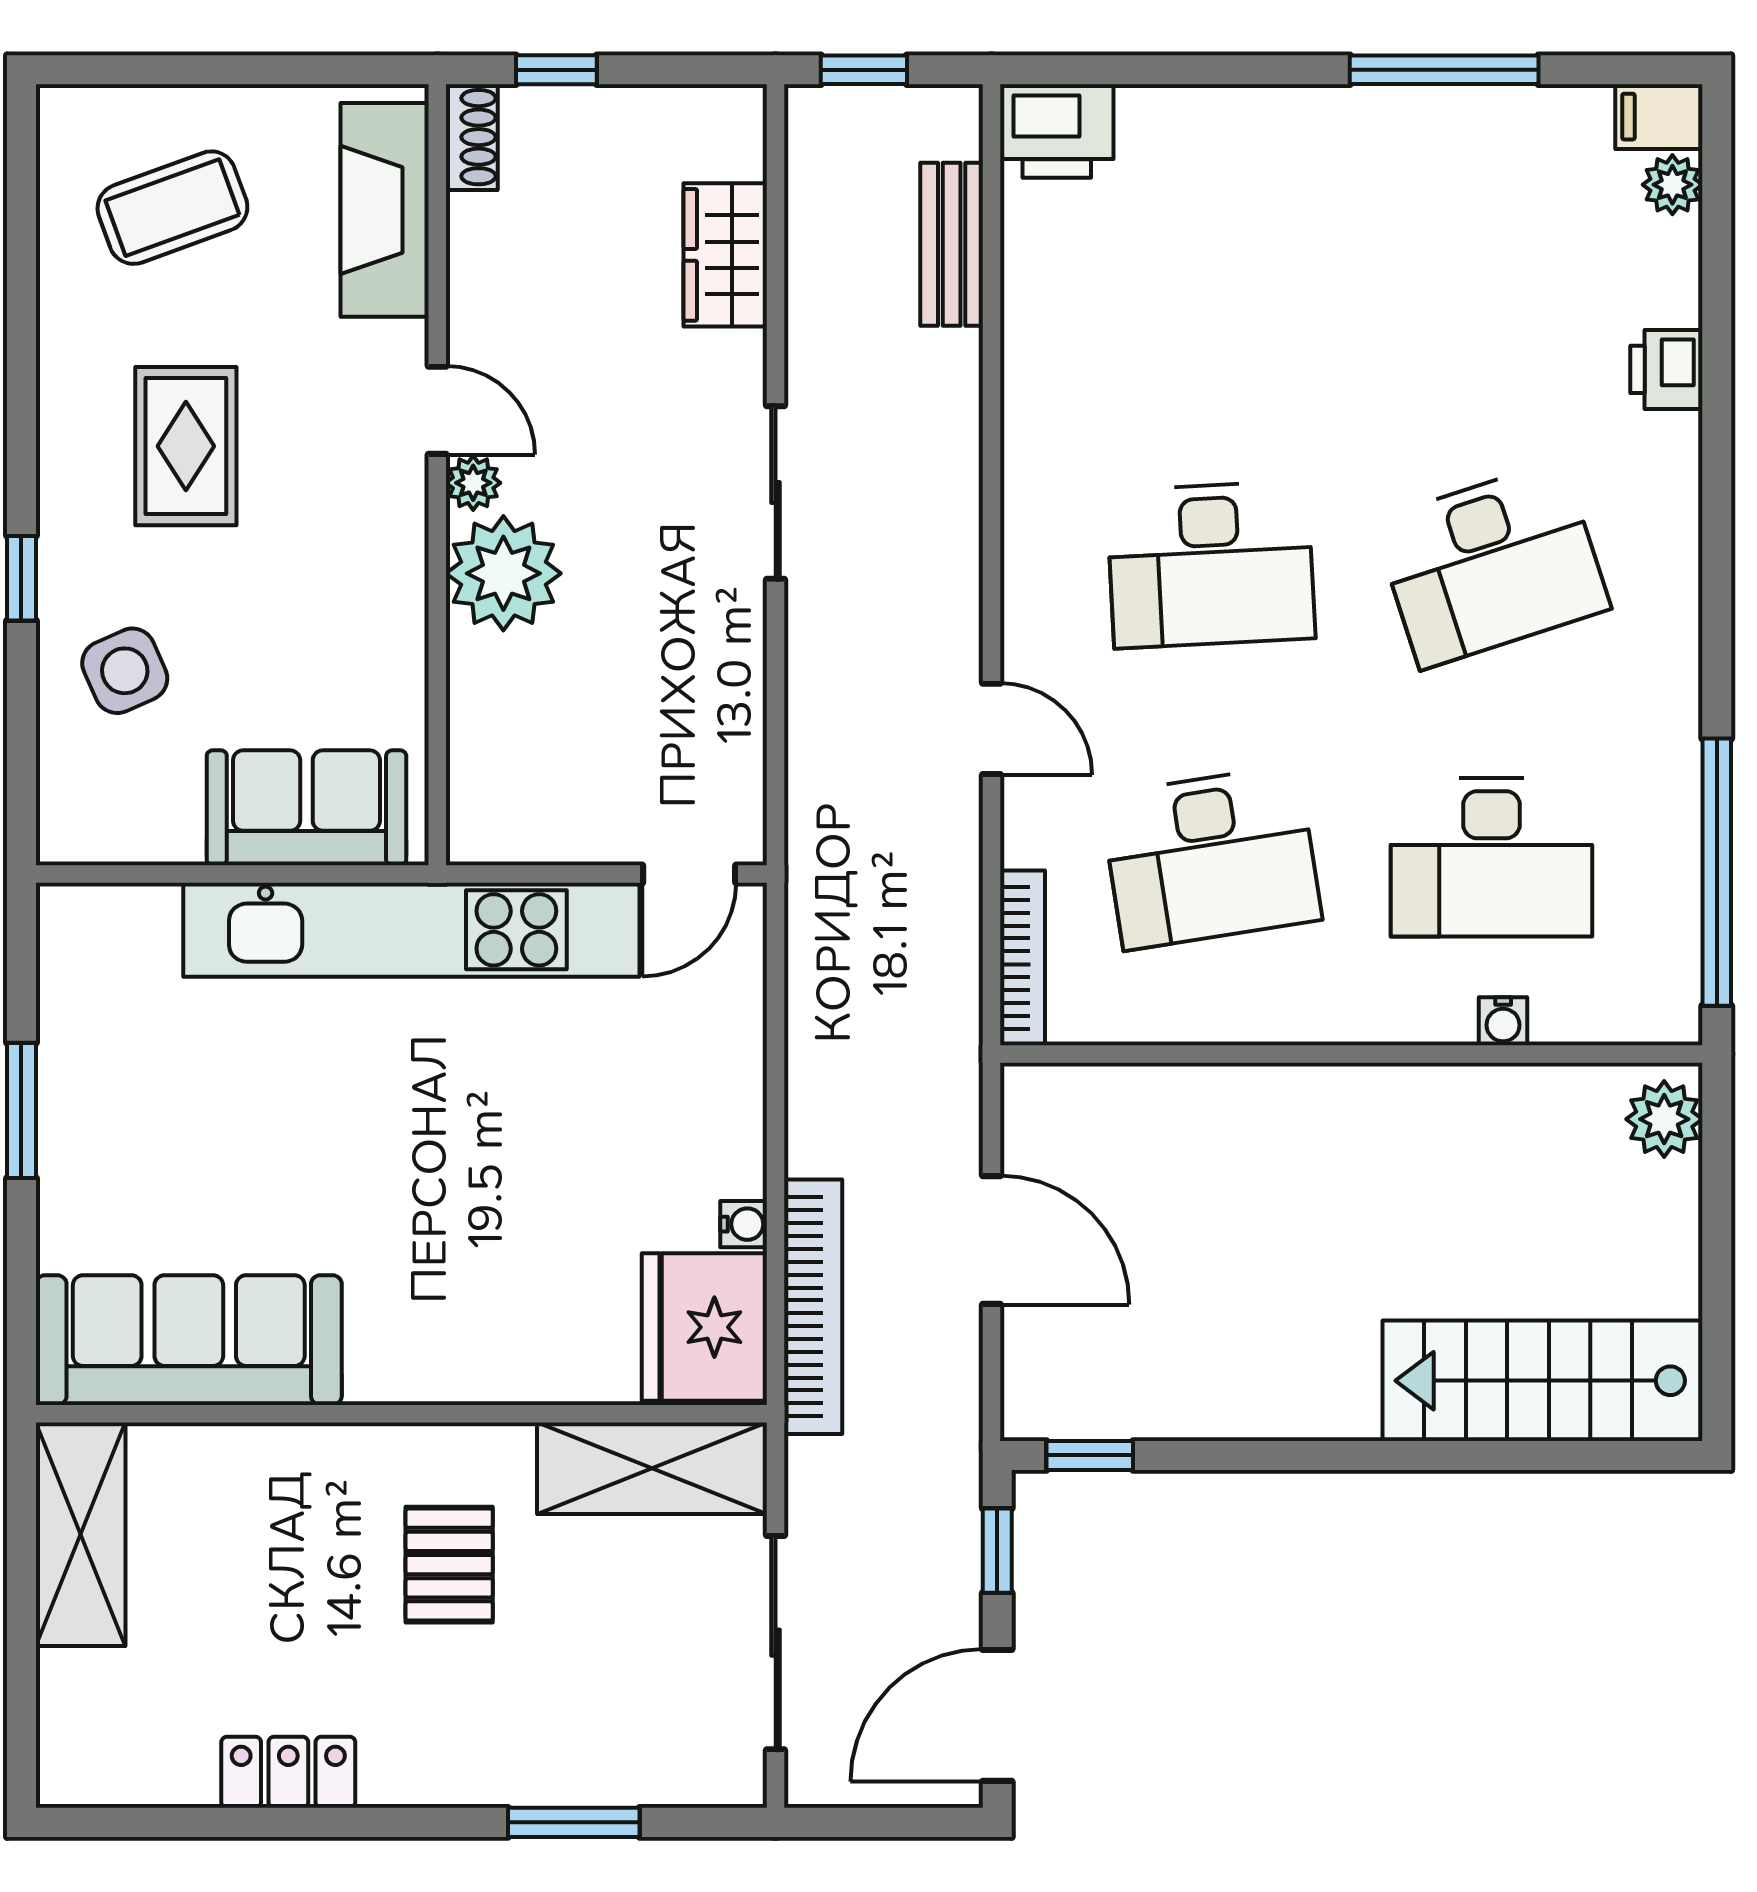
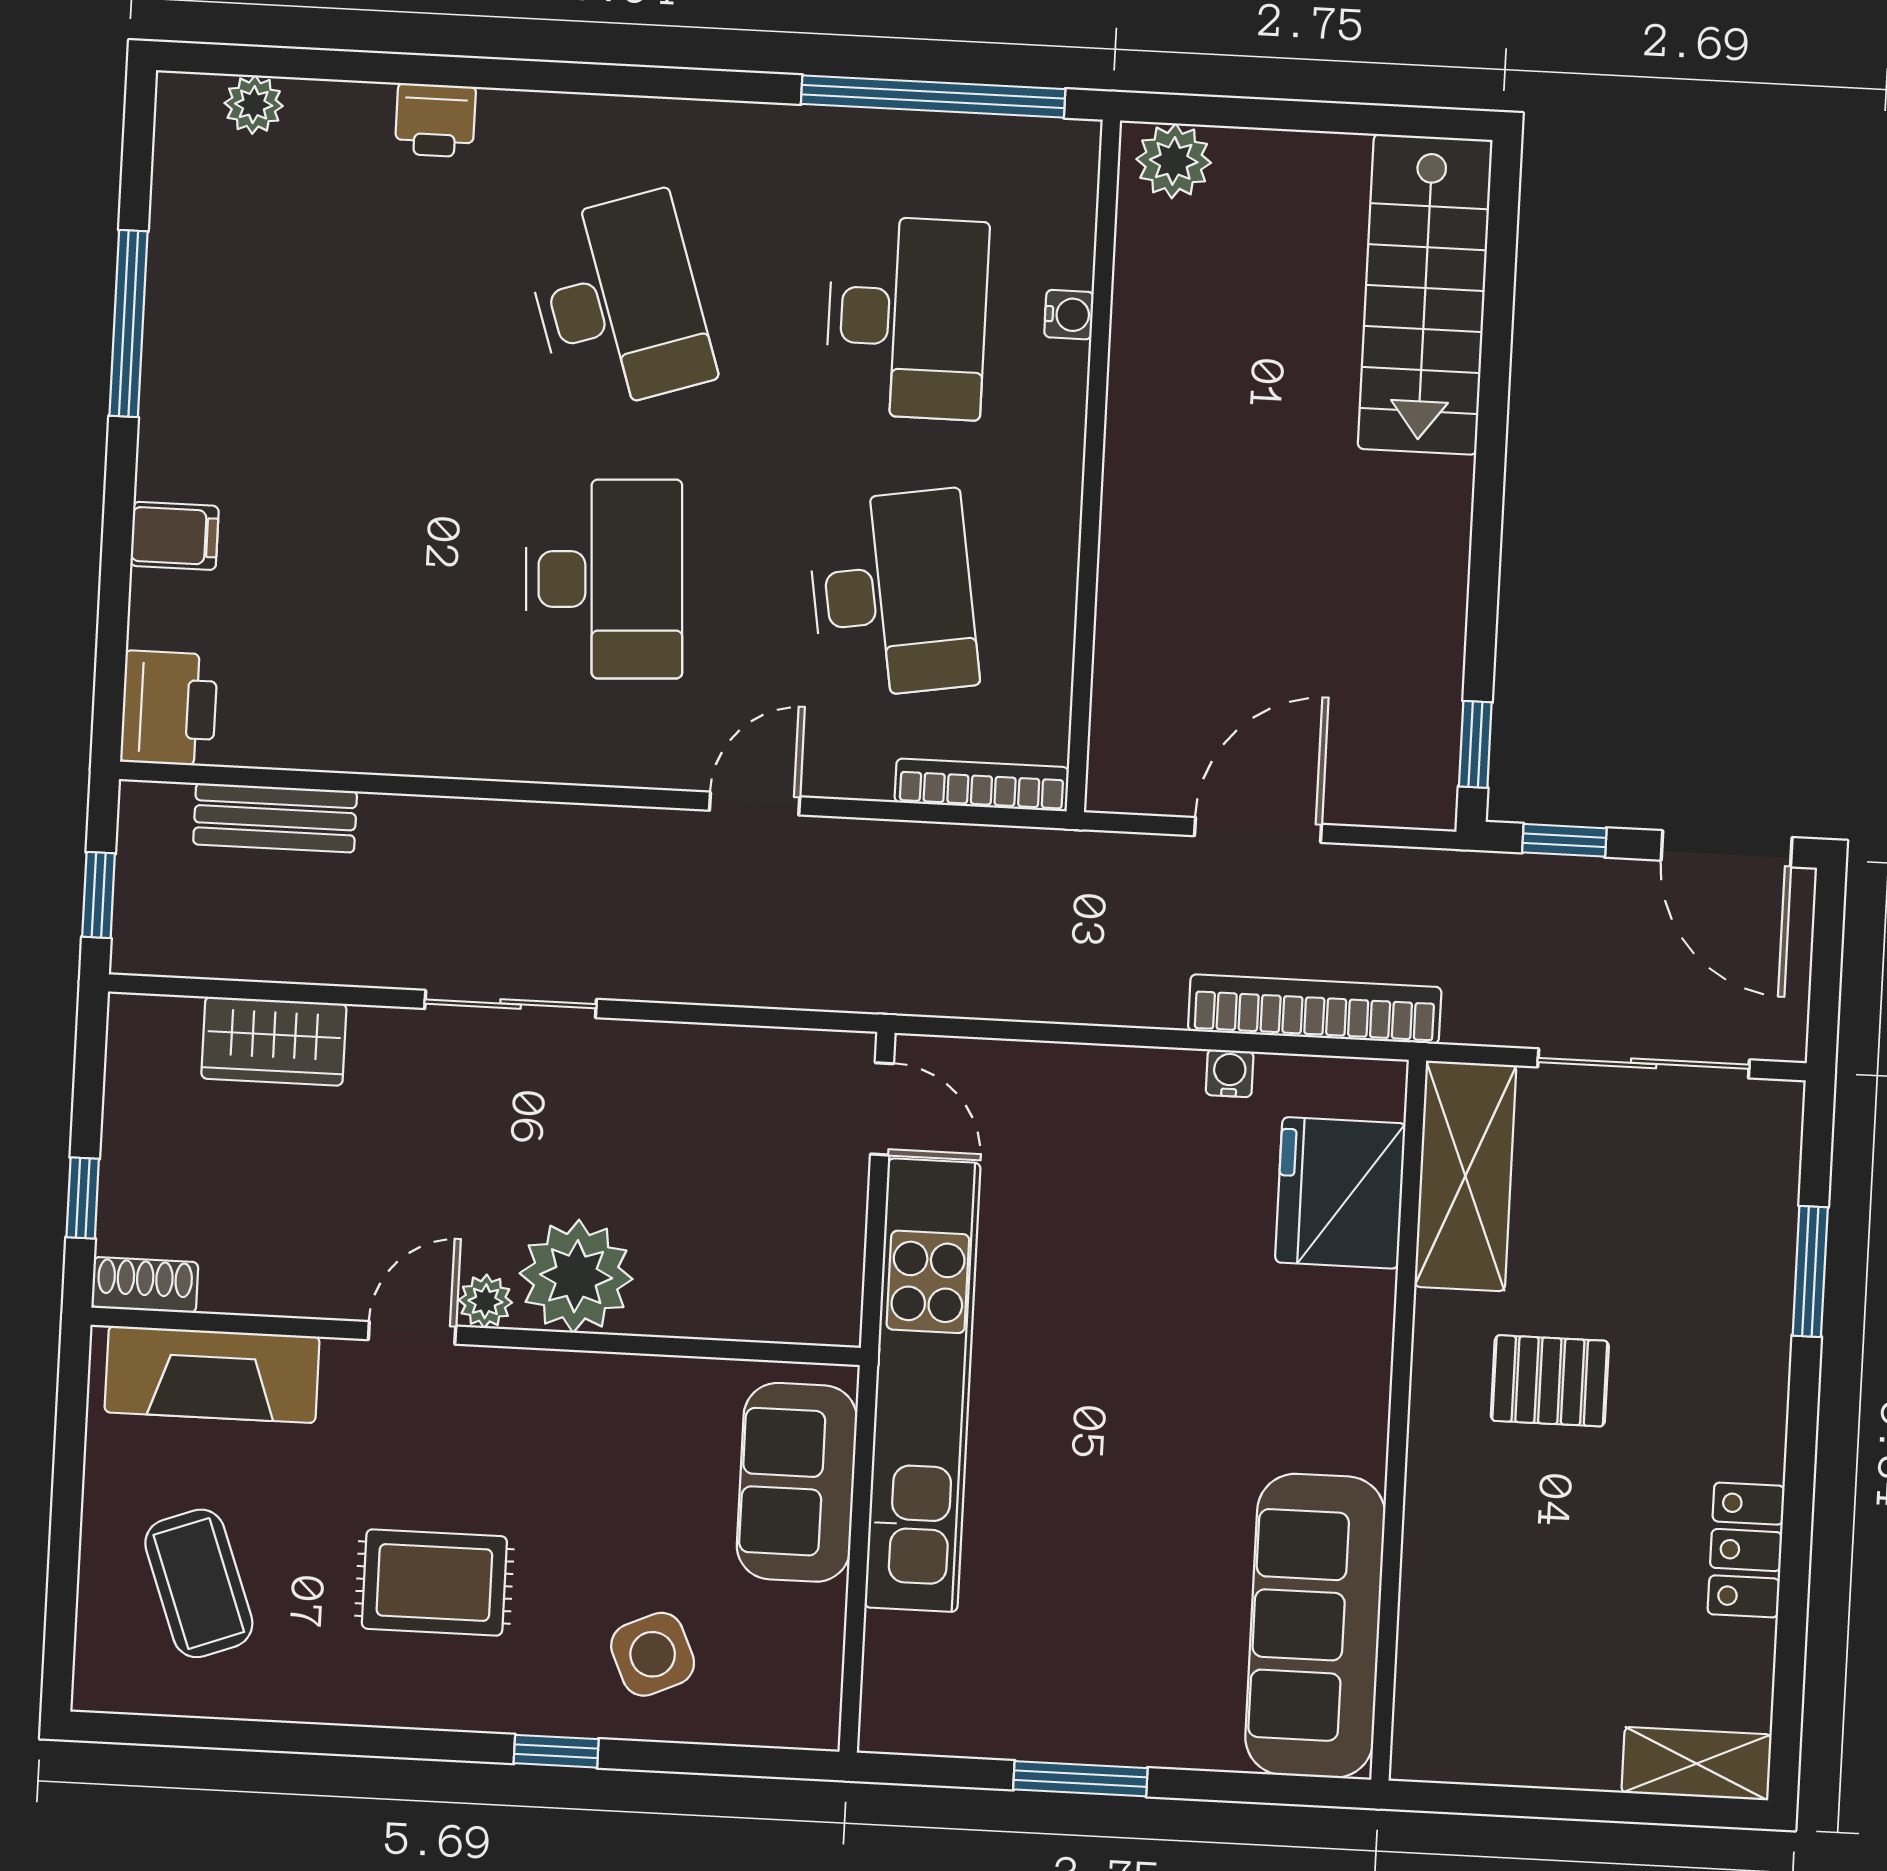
filing cabinet: (1659, 117) -> (174, 536), moved, turned -90
fridge: (704, 1327) -> (1340, 1193), moved, turned 90
shelving: (81, 1534) -> (1697, 1764), moved, width x0.67, depth x0.75

